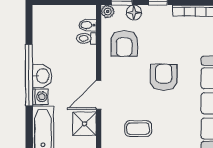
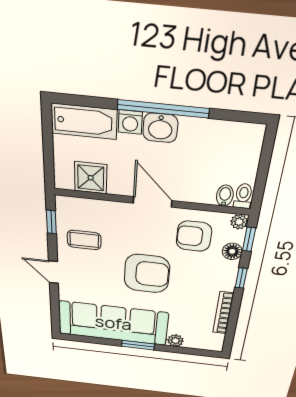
toilet: (86, 38) -> (243, 196), moved
armchair: (164, 77) -> (147, 274), width x1.36, depth x1.36
door: (99, 95) -> (153, 202), moved
coffee table: (138, 129) -> (84, 240), turned 90

